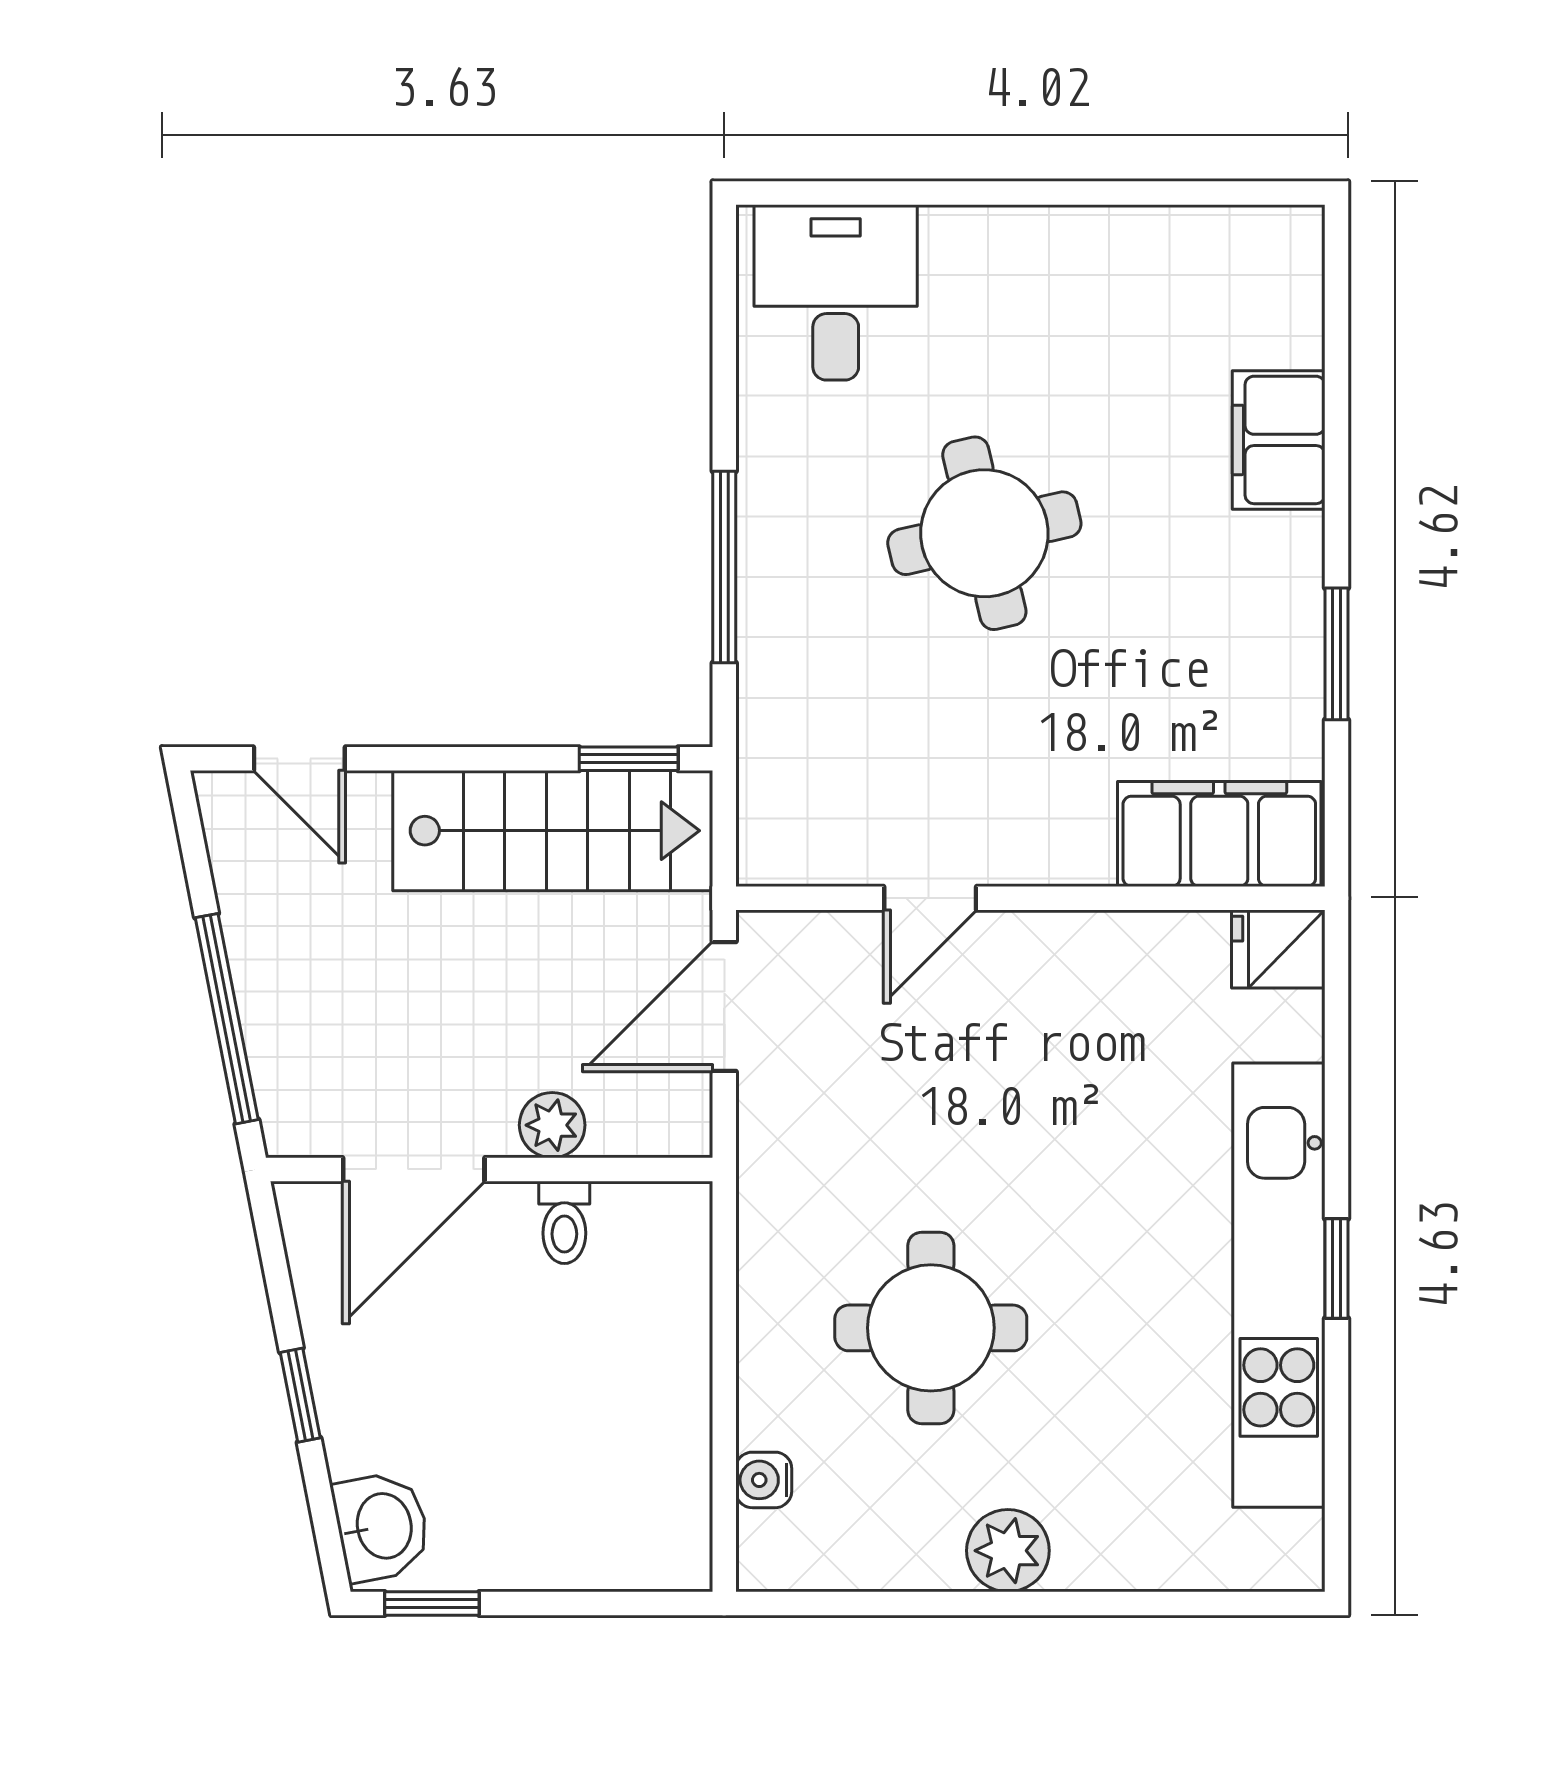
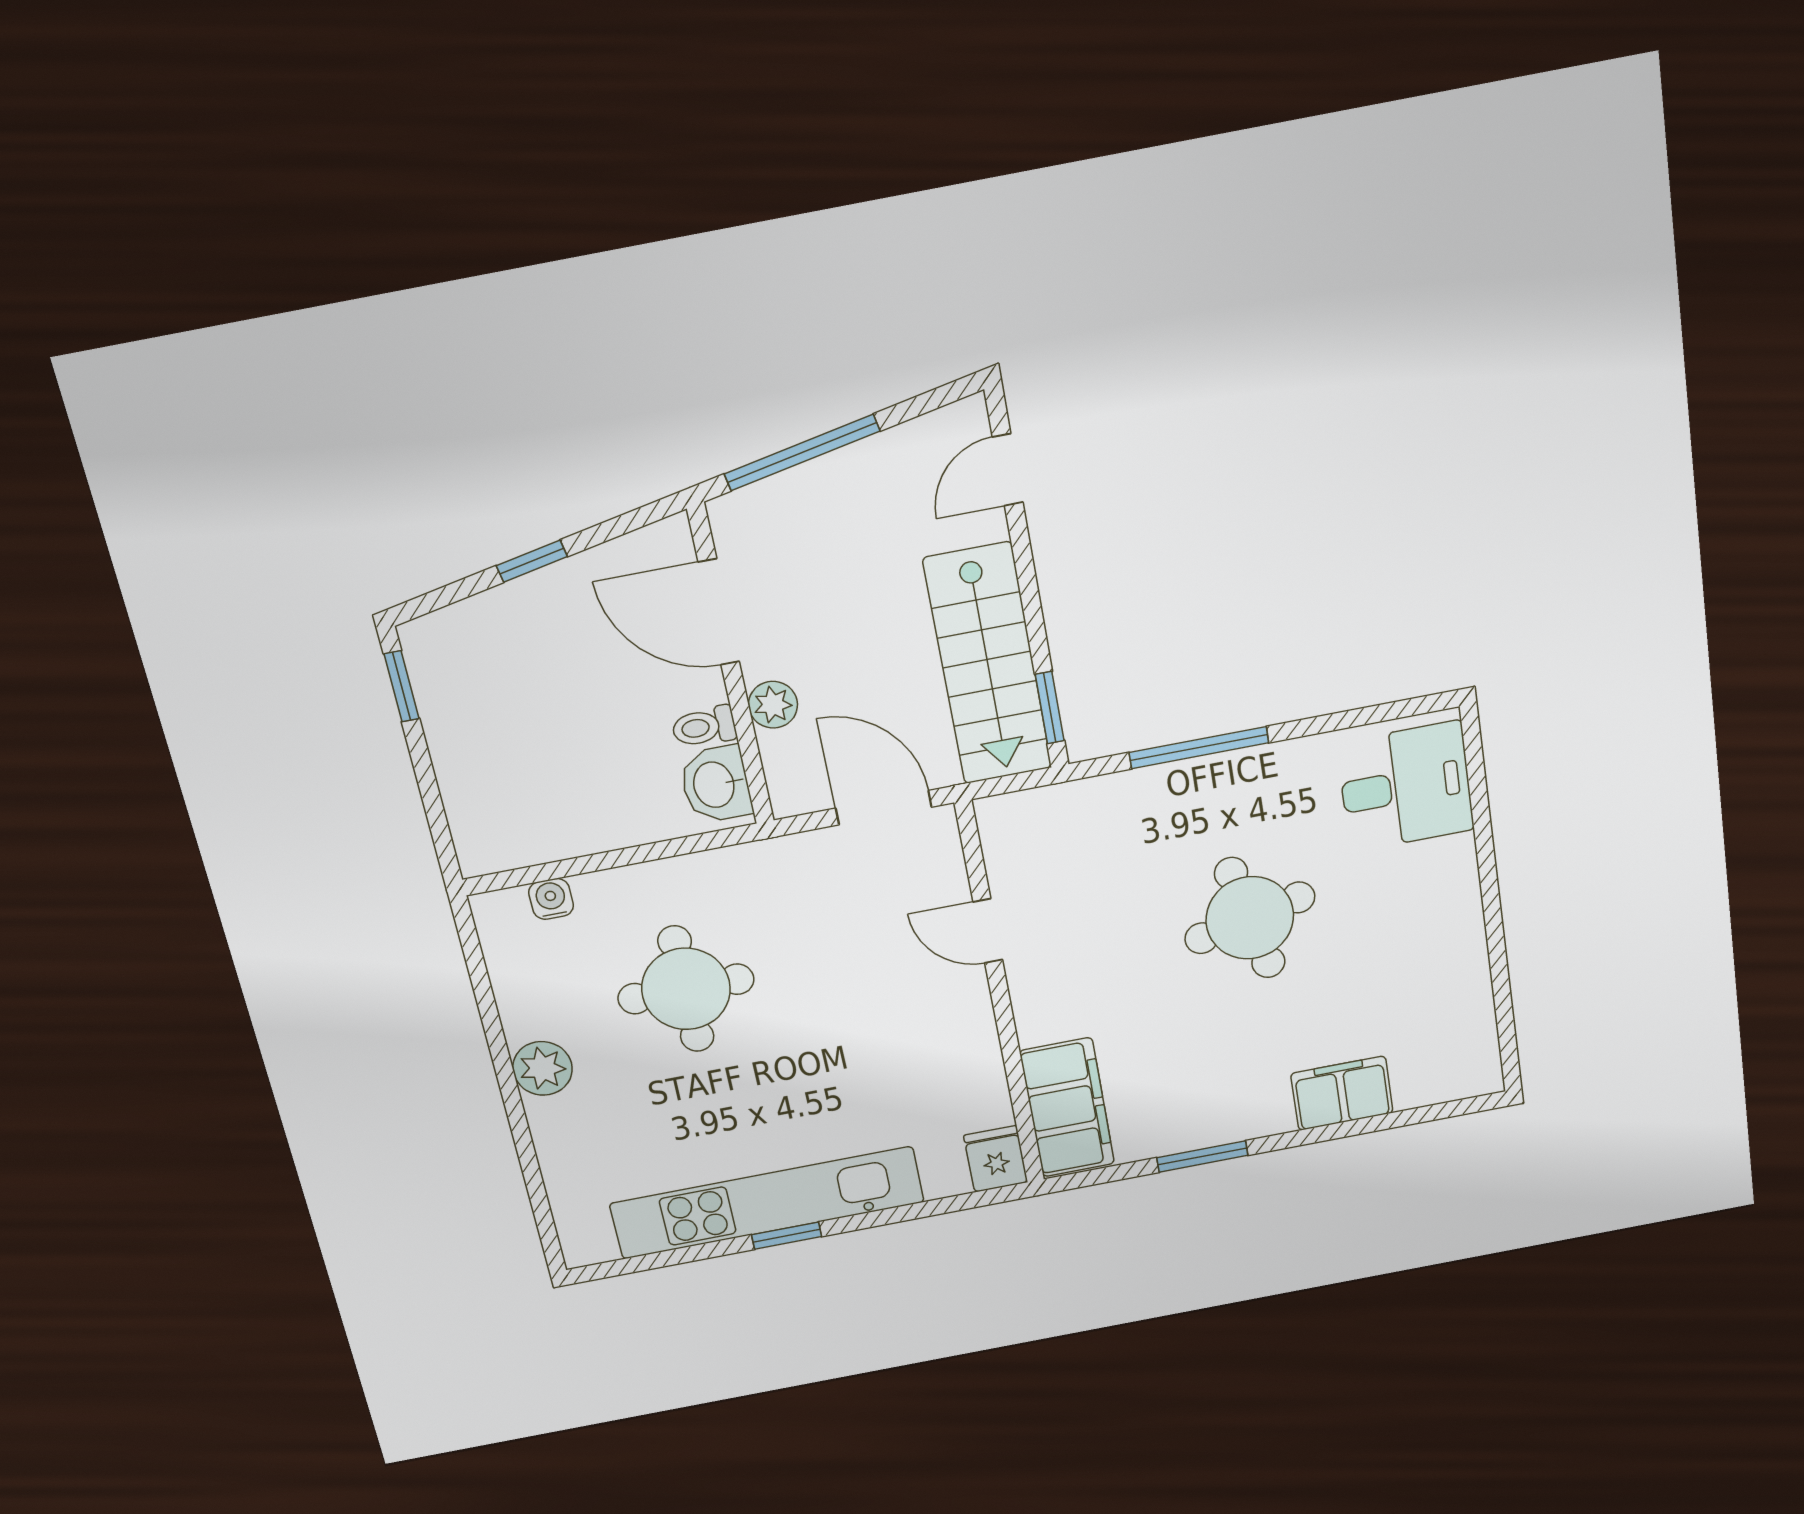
washbasin: (382, 1526) -> (716, 784), moved, turned 101

